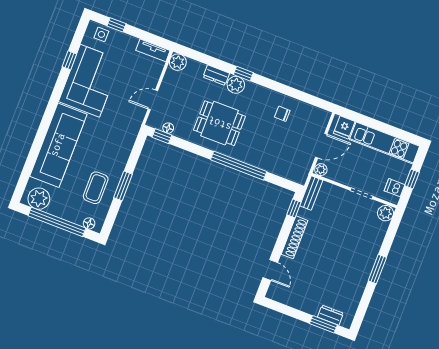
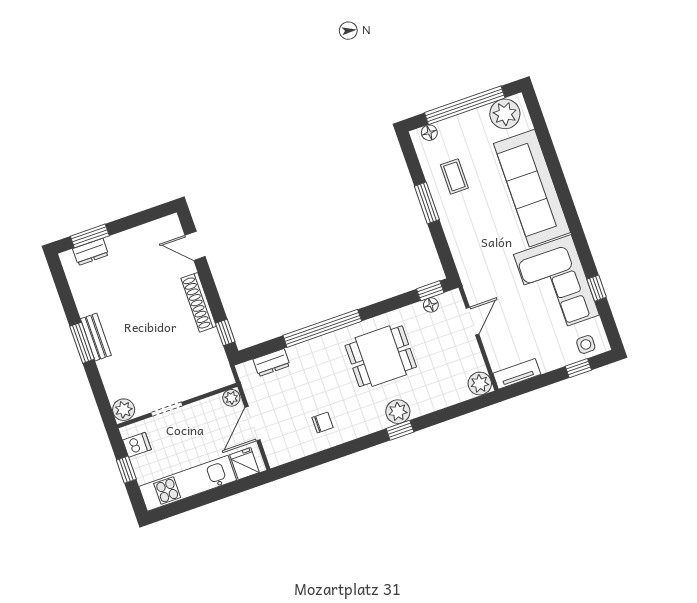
dresser: (216, 75) -> (271, 363), moved, turned 180
coffee table: (96, 188) -> (454, 176), width x0.73, depth x0.77
bench: (311, 193) -> (96, 337), moved

